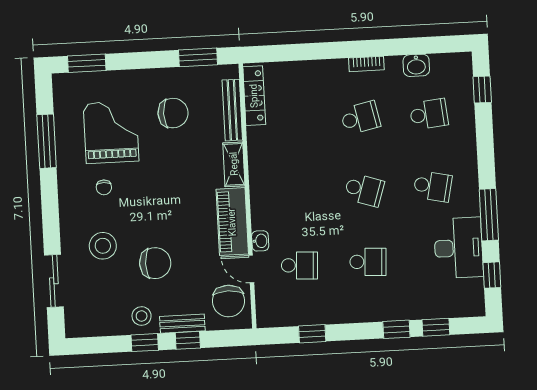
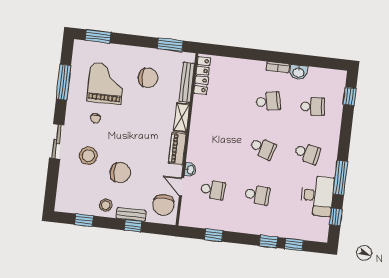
washbasin: (416, 65) -> (298, 72), moved
piano: (232, 222) -> (177, 149), width x0.73, depth x0.75
sliding door: (54, 281) -> (57, 142), moved
window: (145, 343) -> (84, 220), moved

